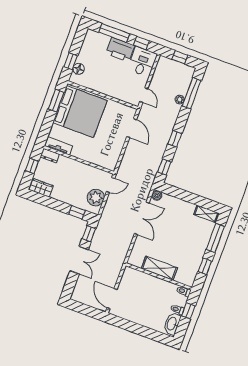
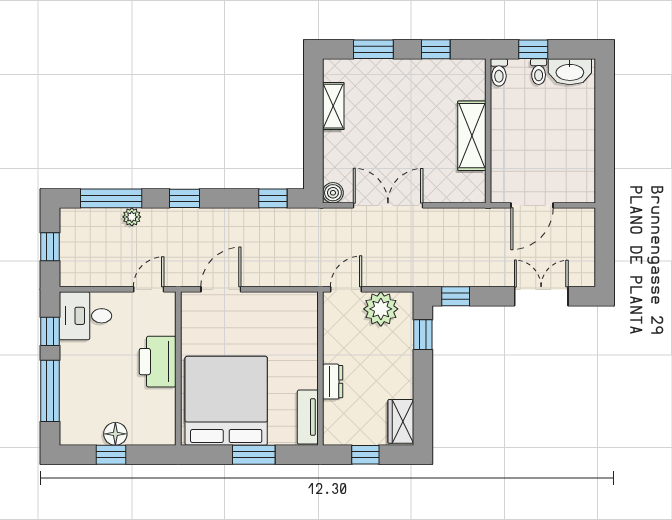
printer: (120, 50) -> (158, 362), moved, turned 180
window: (71, 61) -> (111, 455), moved
floor lamp: (79, 69) -> (115, 434), moved
window: (56, 101) -> (254, 455), moved
window: (175, 139) -> (185, 198), moved
dresser: (50, 156) -> (333, 382), moved
door: (111, 185) -> (346, 289), hinge flipped
shelving: (206, 214) -> (333, 106), moved
window: (215, 238) -> (373, 49), width x0.69
double door: (79, 260) -> (541, 296), moved
door: (112, 299) -> (532, 205), moved

